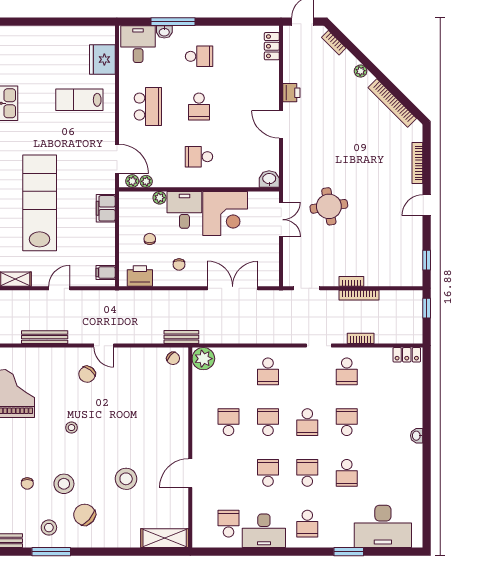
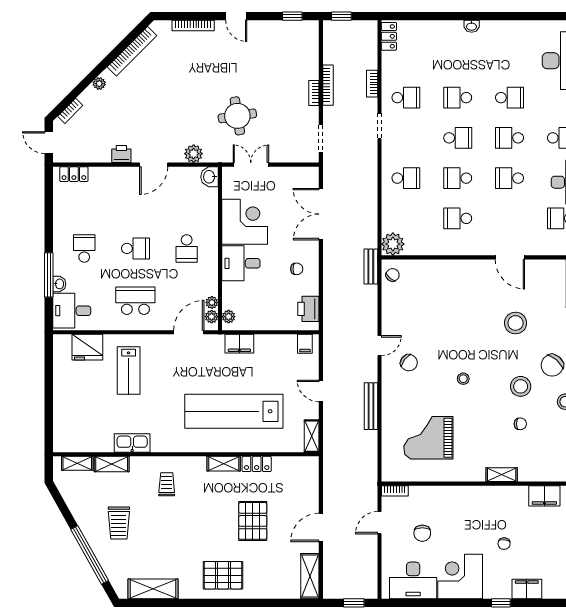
plant: (292, 163) -> (194, 154), added
plant: (159, 198) -> (229, 317), moved
chair: (150, 239) -> (271, 299), removed

